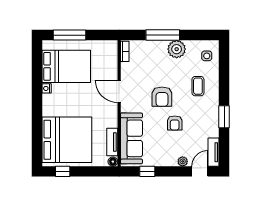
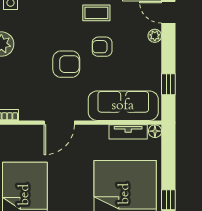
coffee table: (198, 86) -> (96, 13), moved
armchair: (175, 123) -> (102, 47), turned 180

